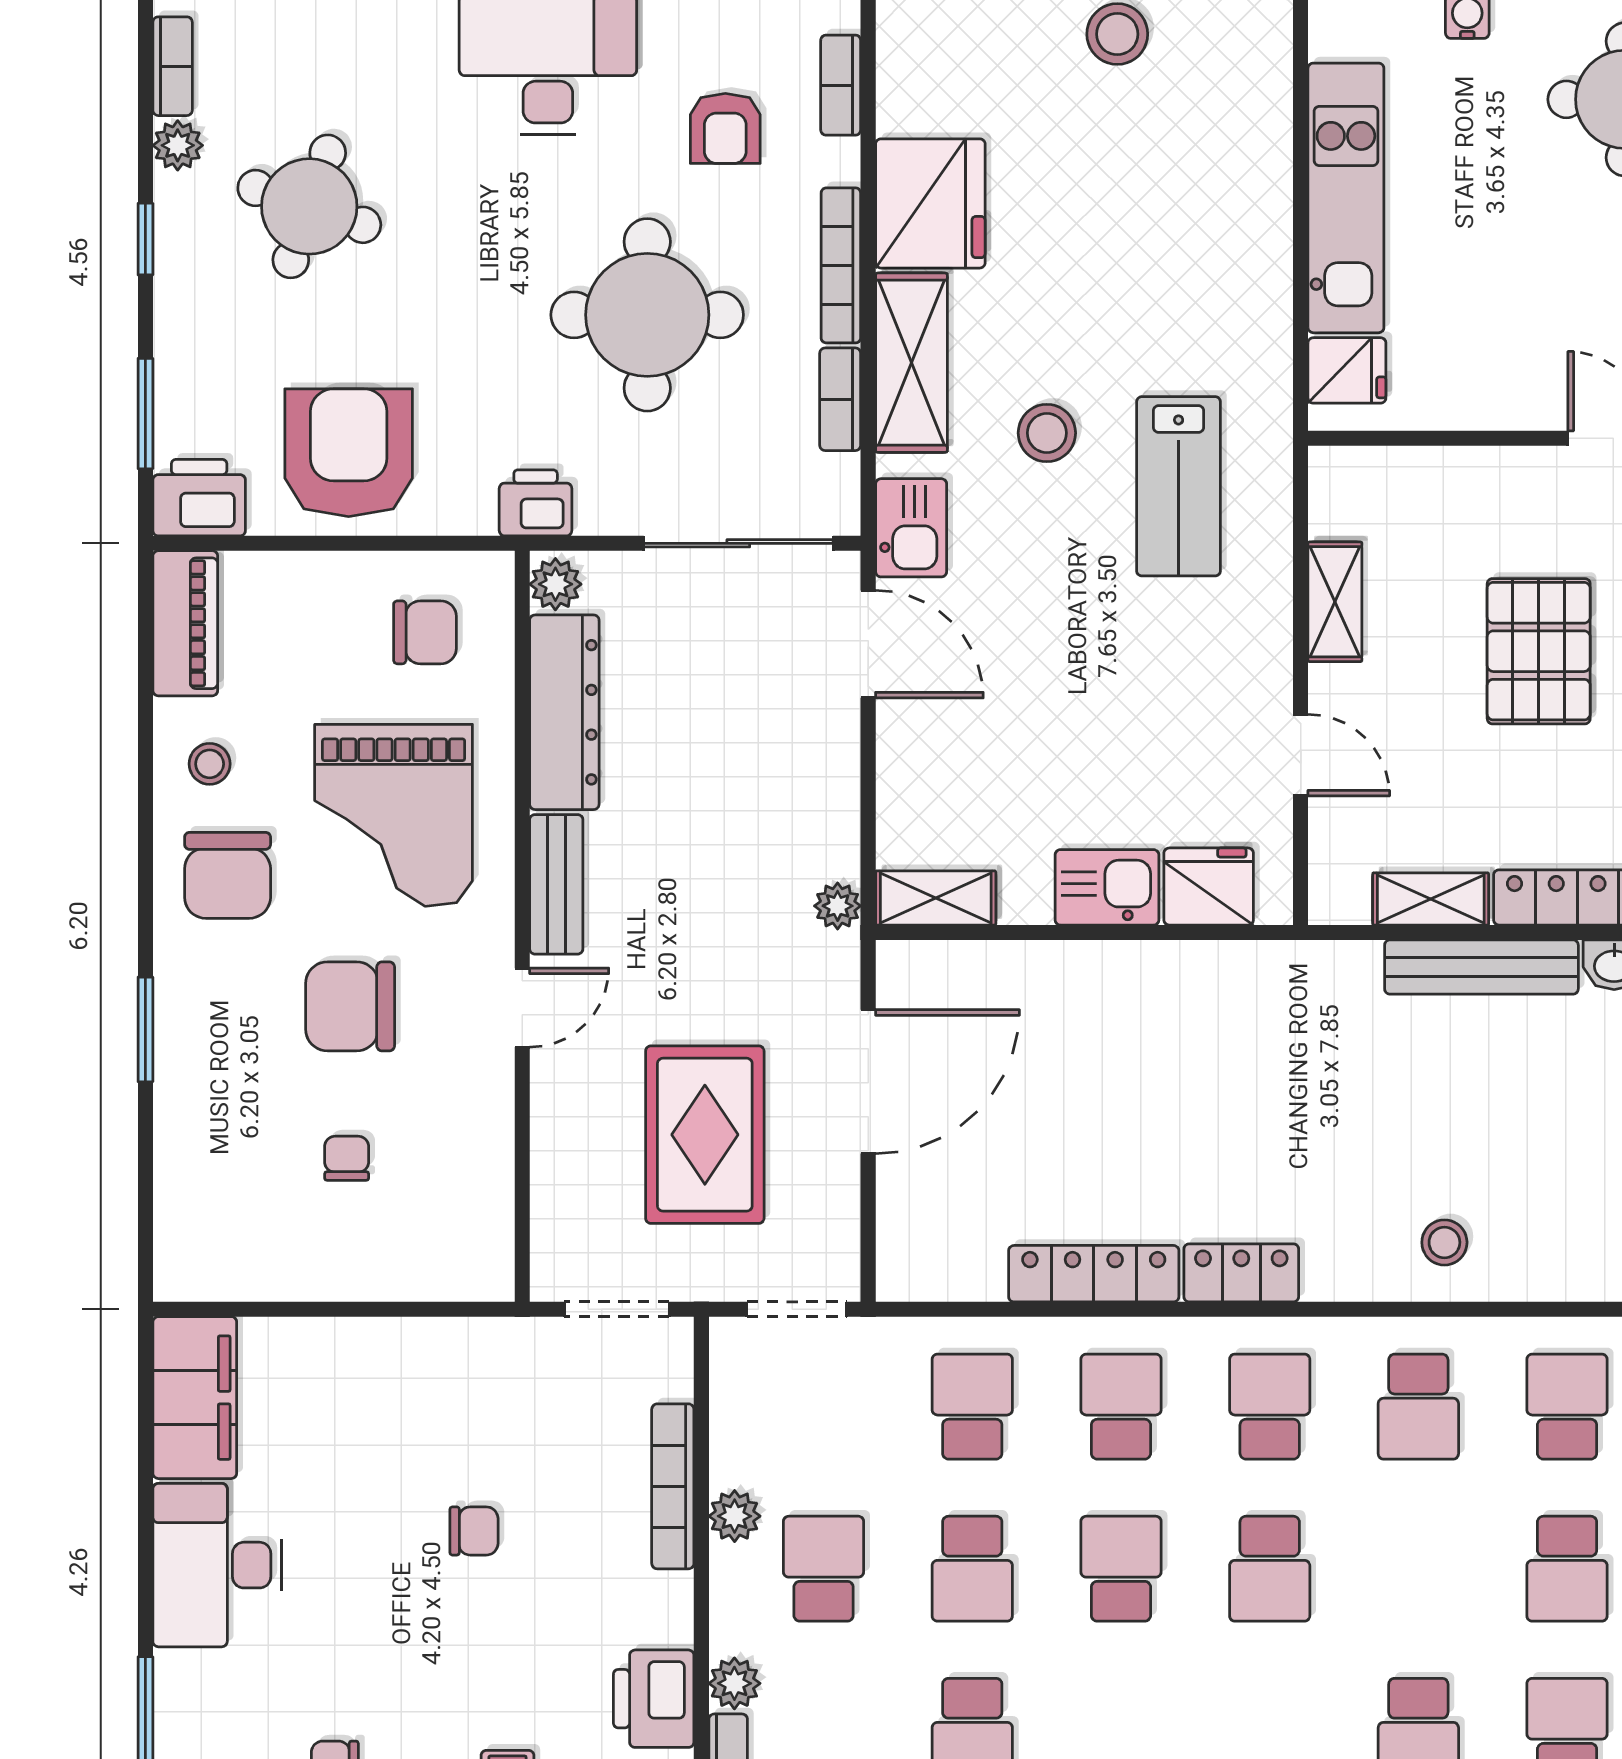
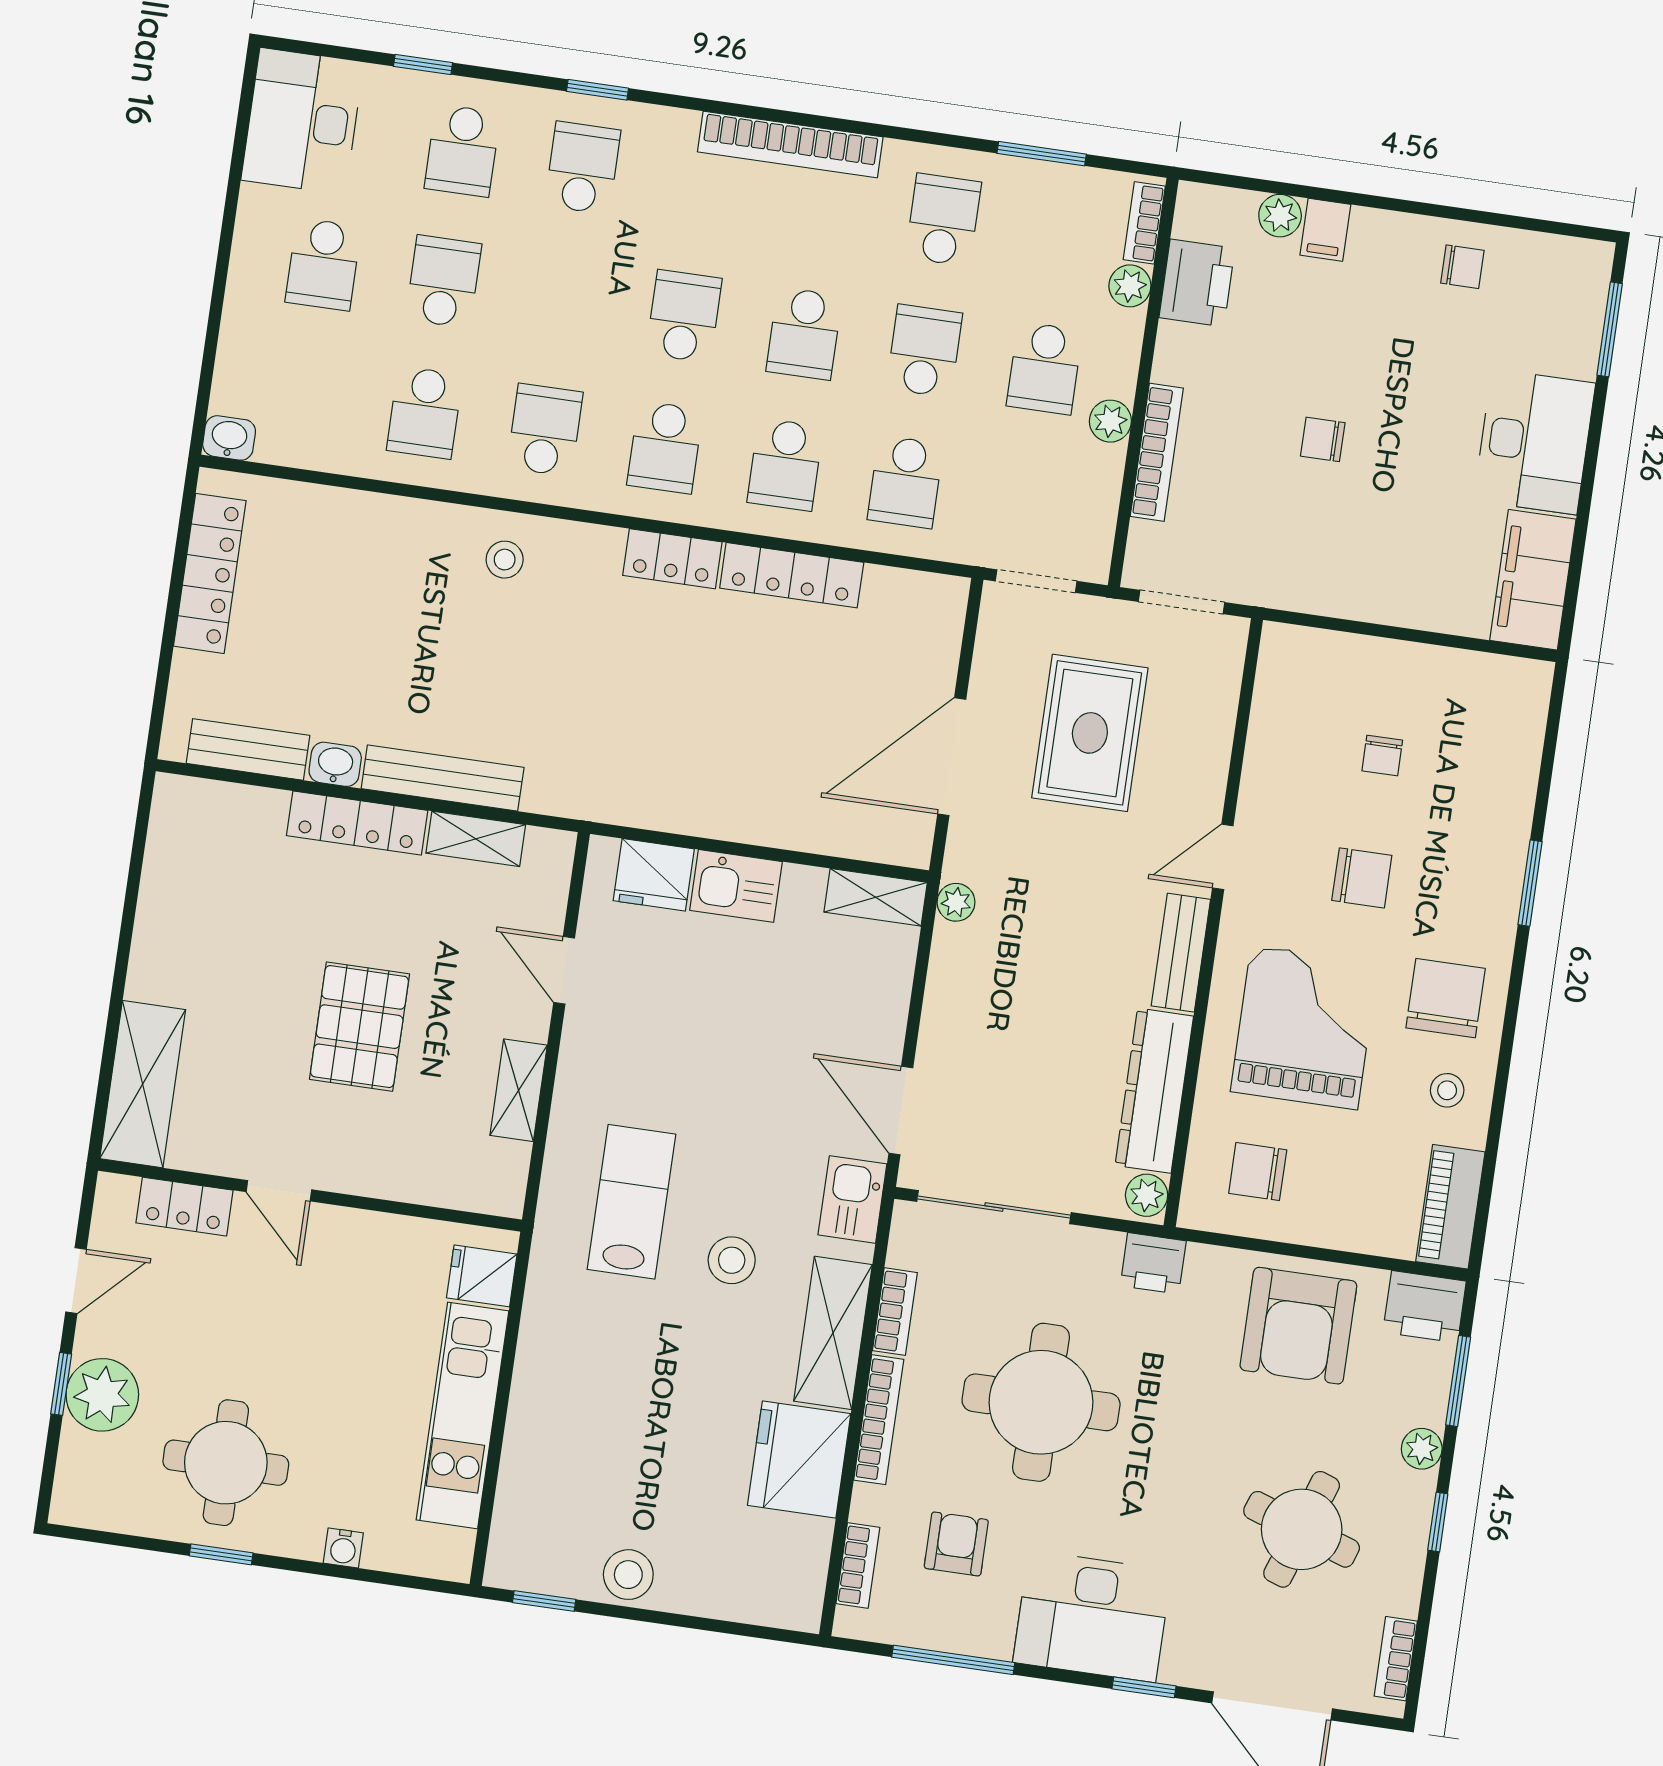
plant: (178, 145) -> (1422, 1449), moved
chair: (350, 1006) -> (1362, 878), width x0.73, depth x0.73

